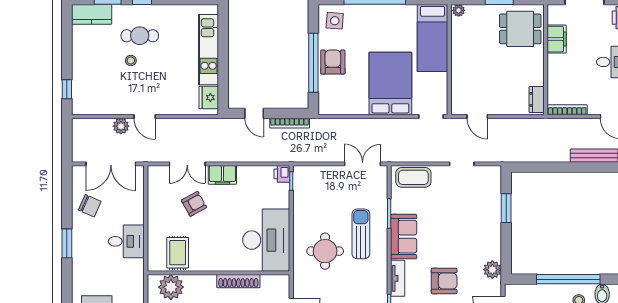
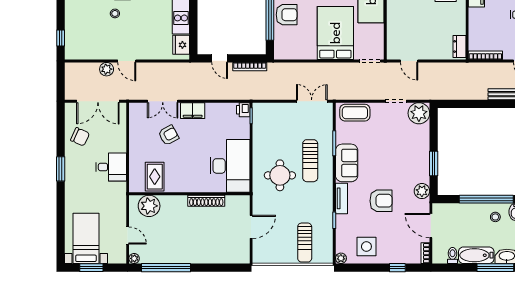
armchair: (333, 62) -> (287, 15), turned 90
plant: (489, 178) -> (419, 113), added
window: (506, 208) -> (434, 164), moved
sun lounger: (361, 234) -> (310, 161), turned 180

